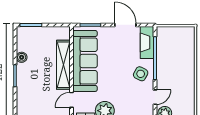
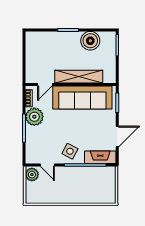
boiler: (22, 57) -> (90, 41), width x1.86, depth x1.86
door: (71, 100) -> (45, 84), swing flipped

